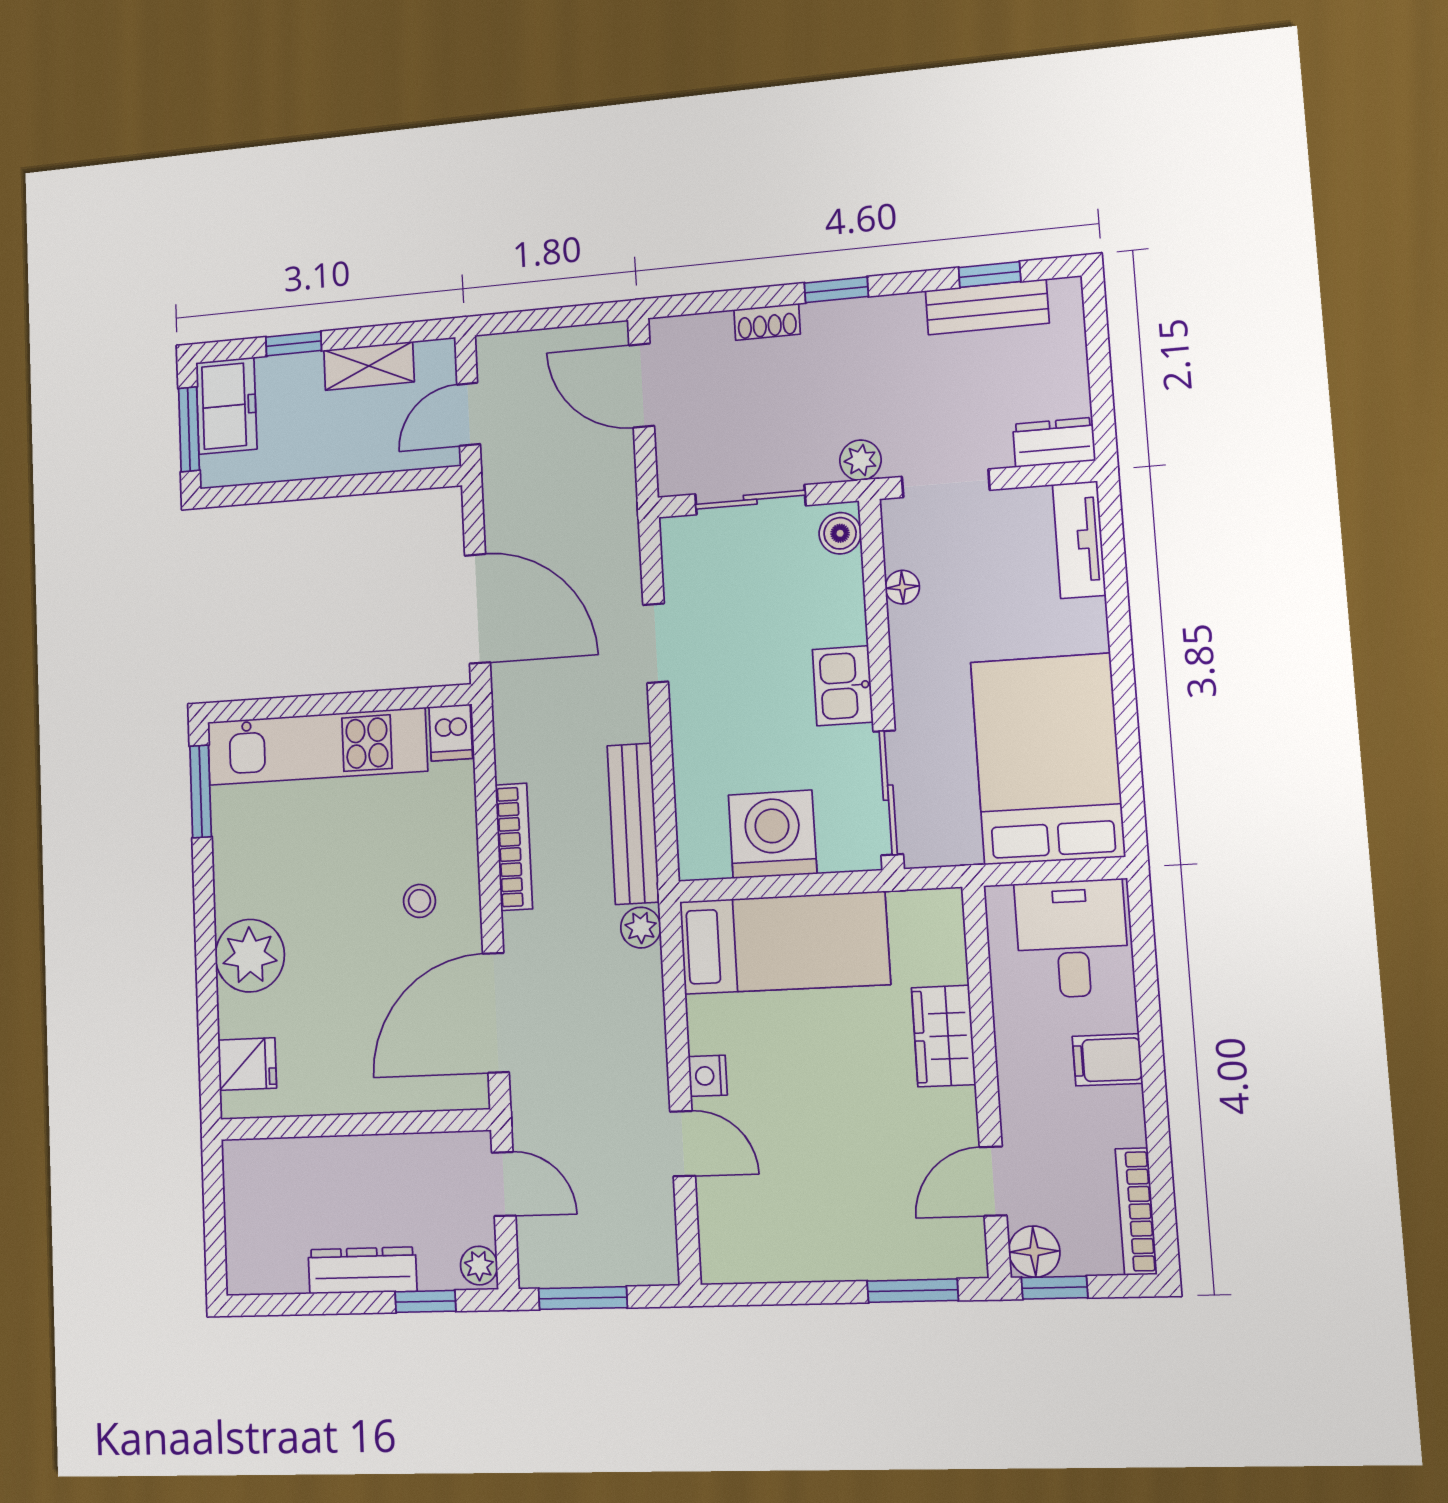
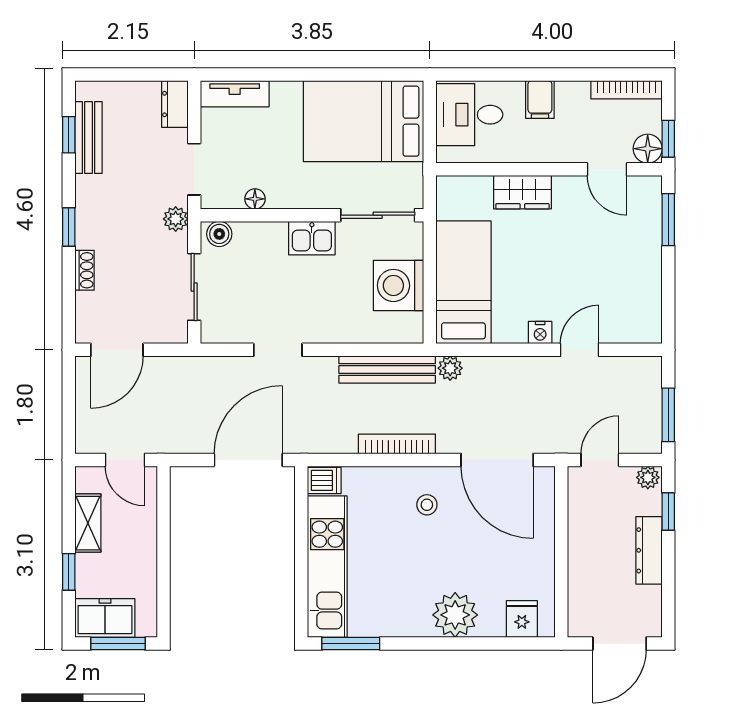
door: (215, 1225) -> (620, 644), added

